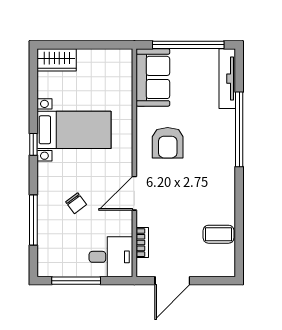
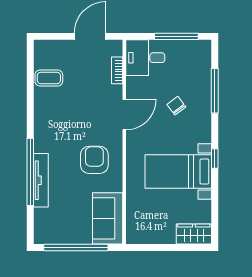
tv unit: (227, 79) -> (41, 180), moved

